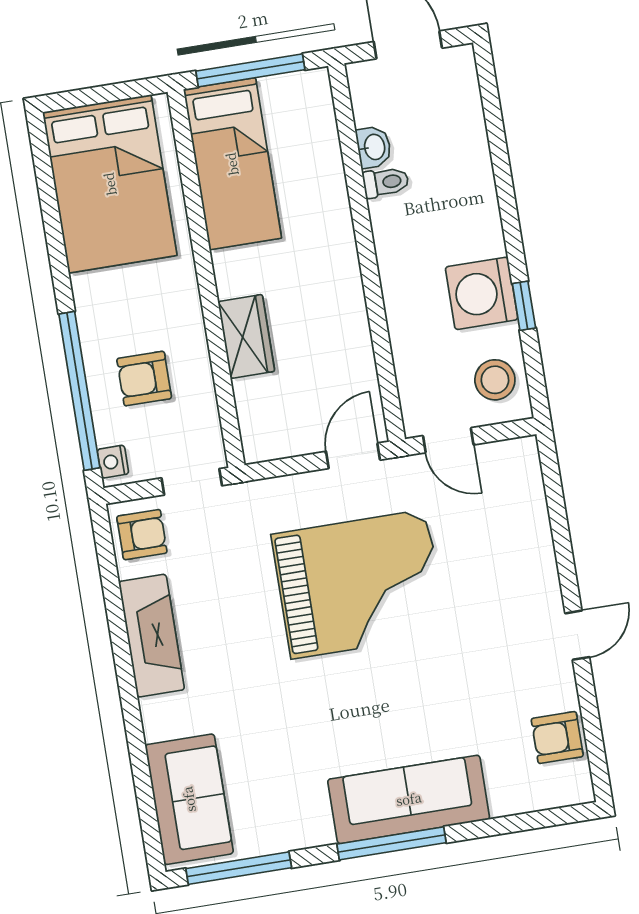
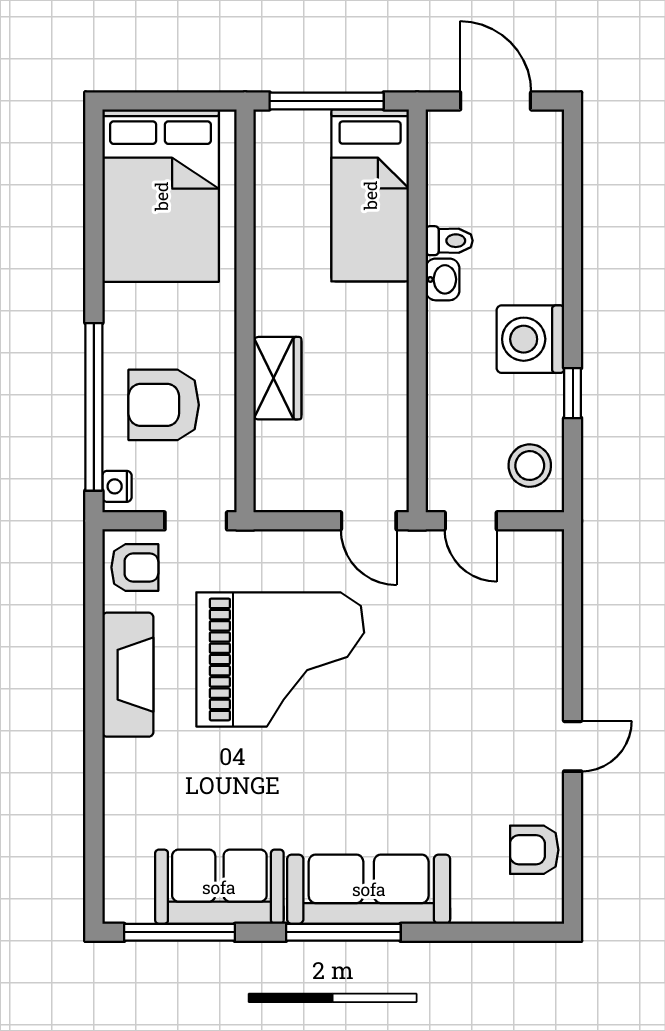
washbasin: (374, 147) -> (443, 279), moved
bed: (232, 164) -> (370, 195), moved
washing machine: (482, 293) -> (530, 339), moved
armchair: (144, 379) -> (164, 405), width x1.38, depth x1.38
door: (353, 456) -> (369, 521), swing flipped
grand piano: (359, 584) -> (280, 659), moved
sofa: (189, 799) -> (219, 887), moved, turned -90

